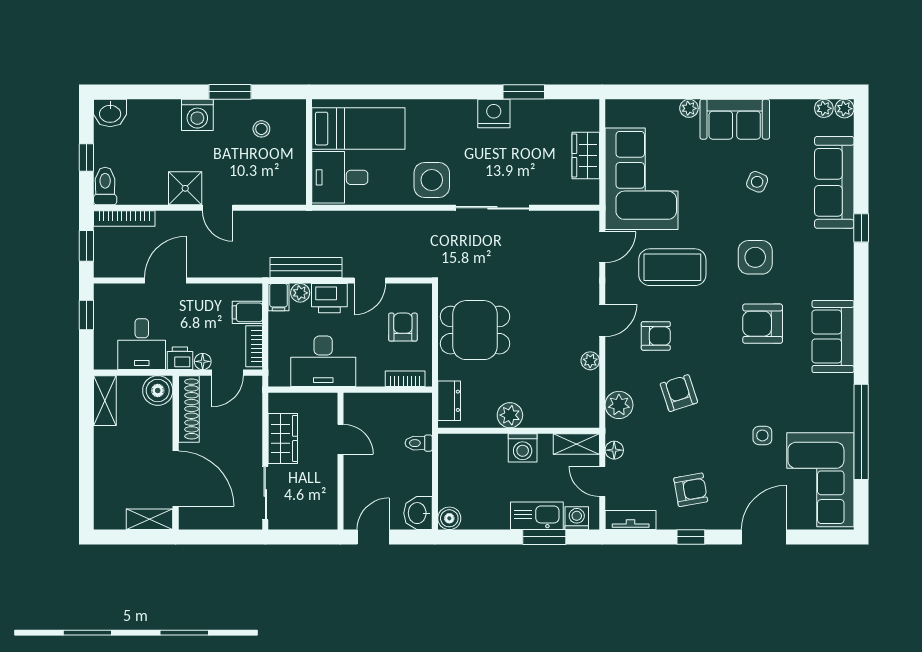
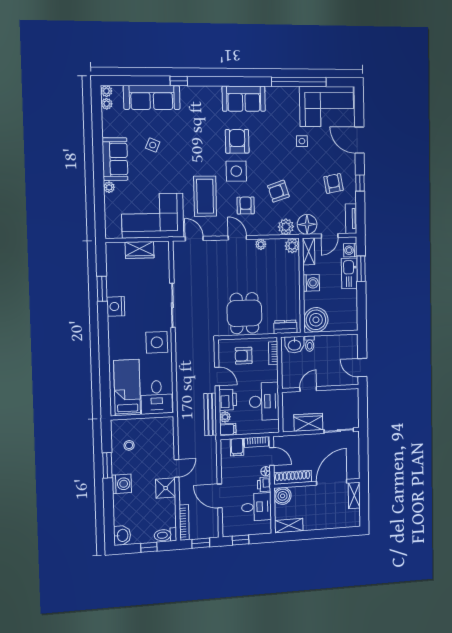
side table: (755, 257) -> (236, 171), moved
armchair: (763, 324) -> (237, 141), turned 180
plant: (510, 415) -> (292, 246), moved
floor lamp: (614, 450) -> (307, 224), width x1.89, depth x1.89
washbasin: (418, 513) -> (294, 345), moved
boiler: (449, 518) -> (316, 320), moved, width x1.86, depth x1.86

